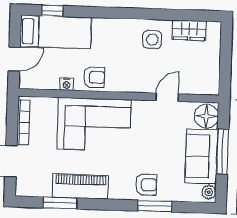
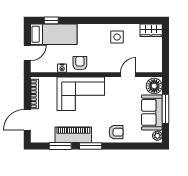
wardrobe: (189, 30) -> (151, 30), moved
armchair: (94, 77) -> (80, 63), turned -90
window: (155, 206) -> (91, 146), moved

